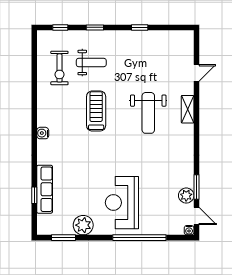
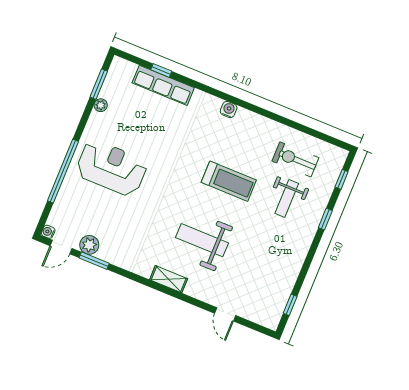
window: (140, 27) -> (290, 305), moved
shelving: (188, 109) -> (169, 279), moved
plant: (83, 225) -> (101, 105), width x0.53, depth x0.53

